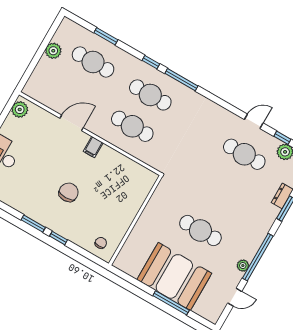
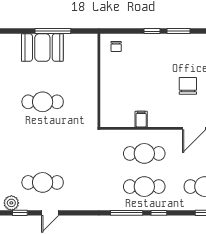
filing cabinet: (93, 147) -> (141, 119), moved
chair: (69, 192) -> (188, 86), moved, turned 180
booth: (174, 276) -> (42, 48), width x0.73, depth x0.70
window: (171, 303) -> (53, 31), moved

